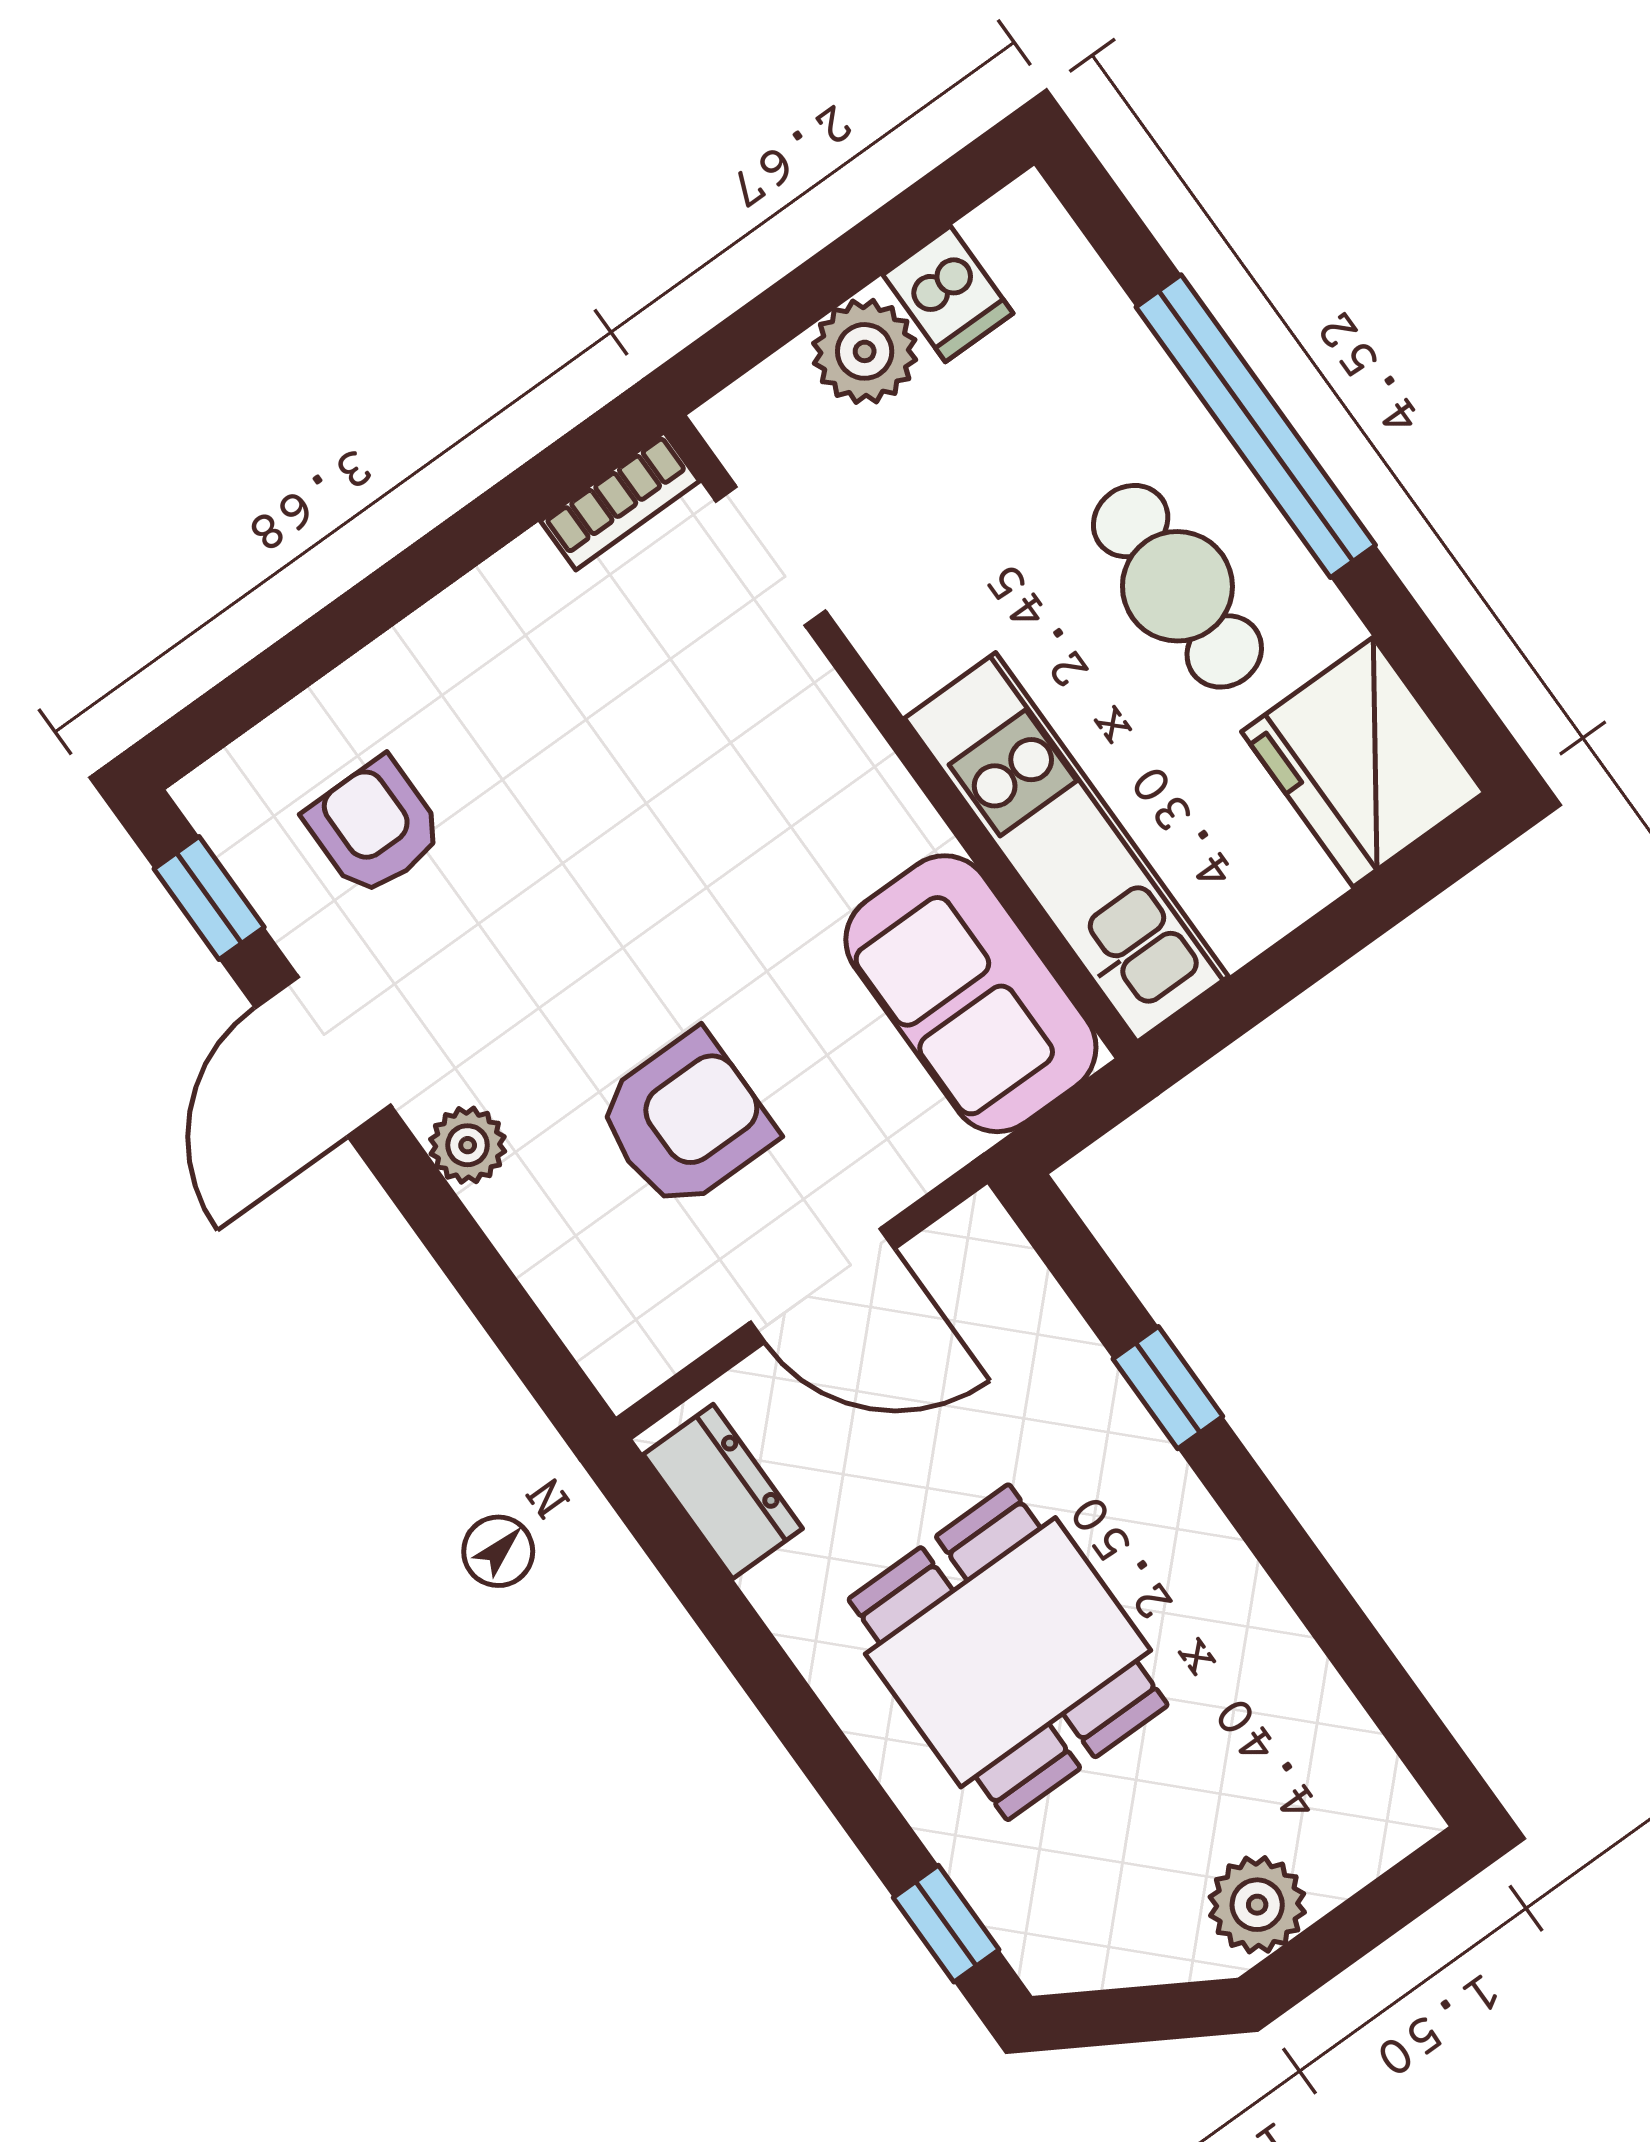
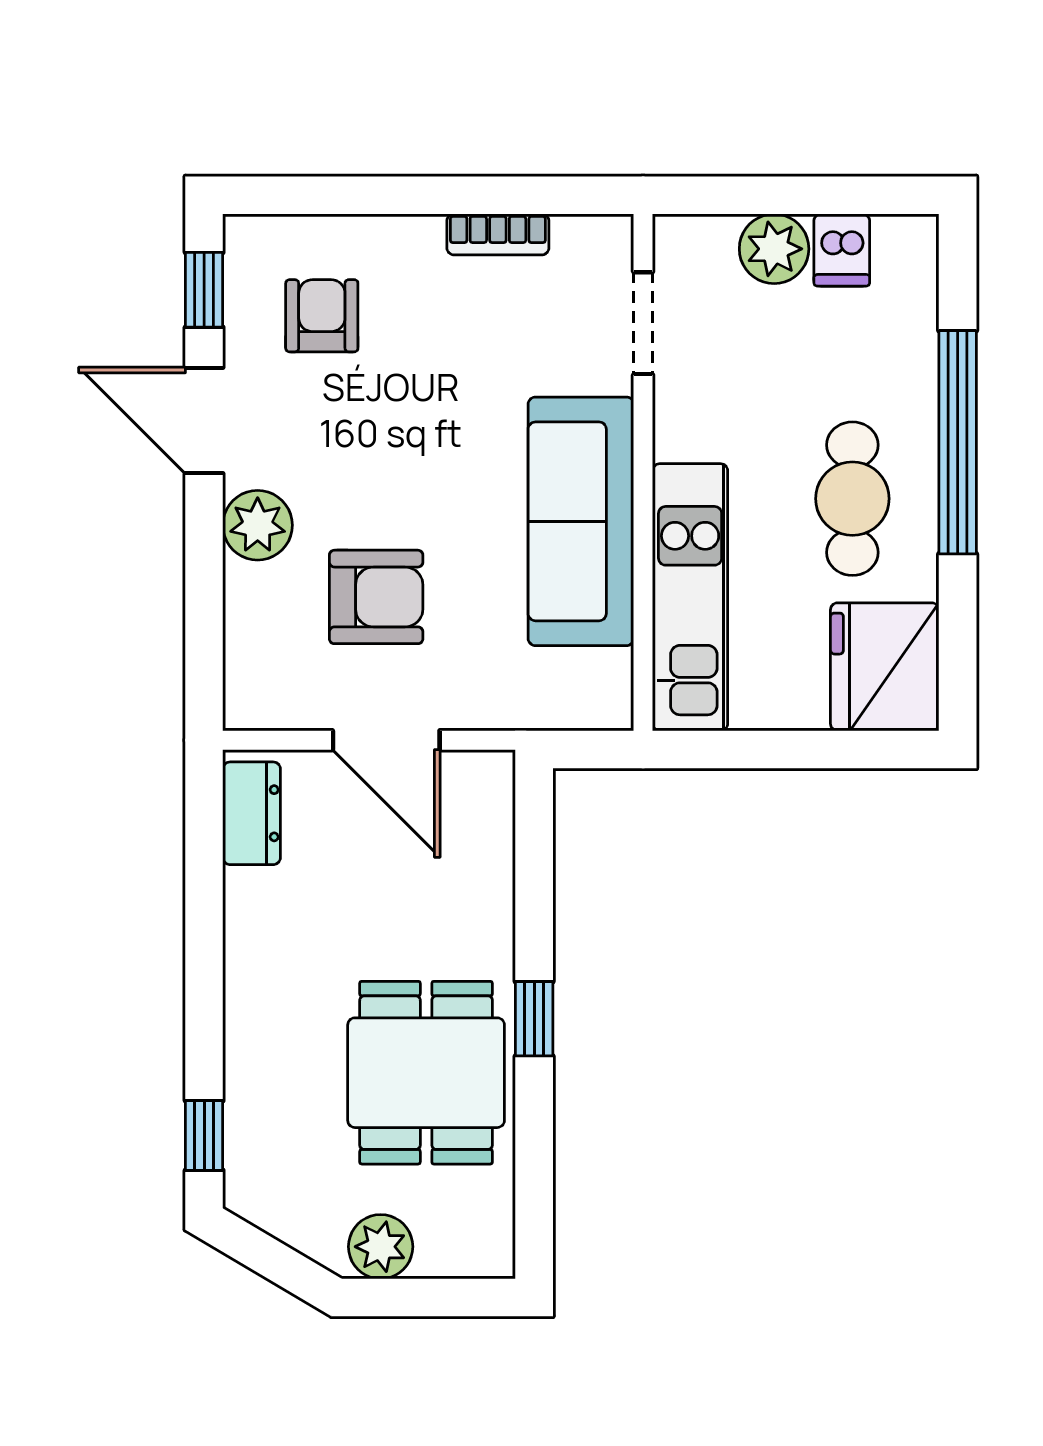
bookcase: (620, 501) -> (498, 234), moved
sofa: (971, 994) -> (581, 521), moved, width x1.36
door: (323, 1057) -> (204, 421), hinge flipped
plant: (468, 1145) -> (258, 525), width x1.38, depth x1.38
window: (1168, 1388) -> (534, 1019), moved
dining table: (1008, 1652) -> (426, 1073), moved

